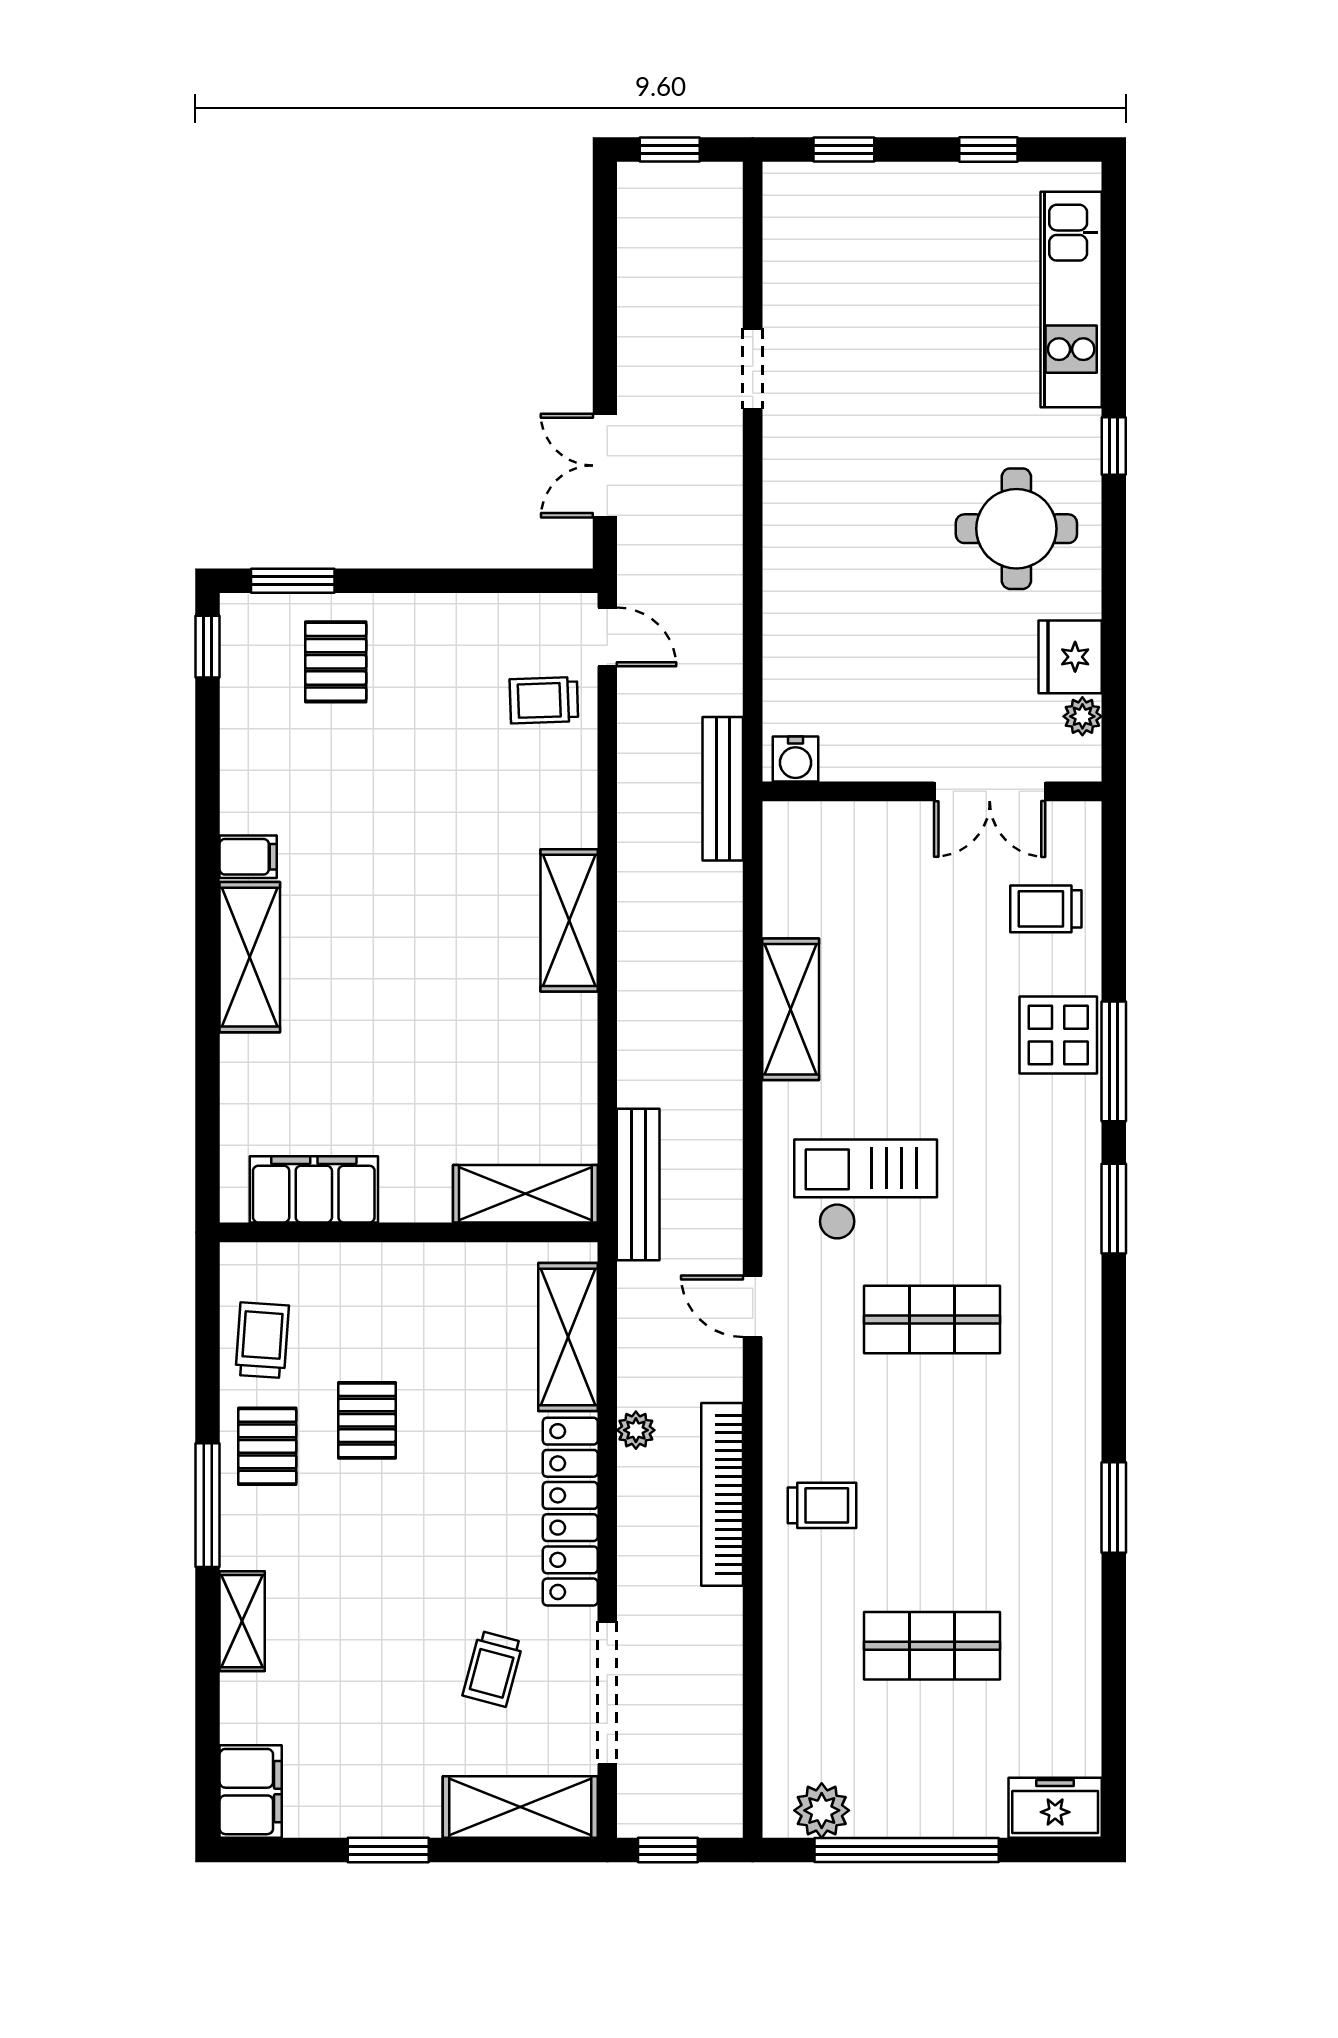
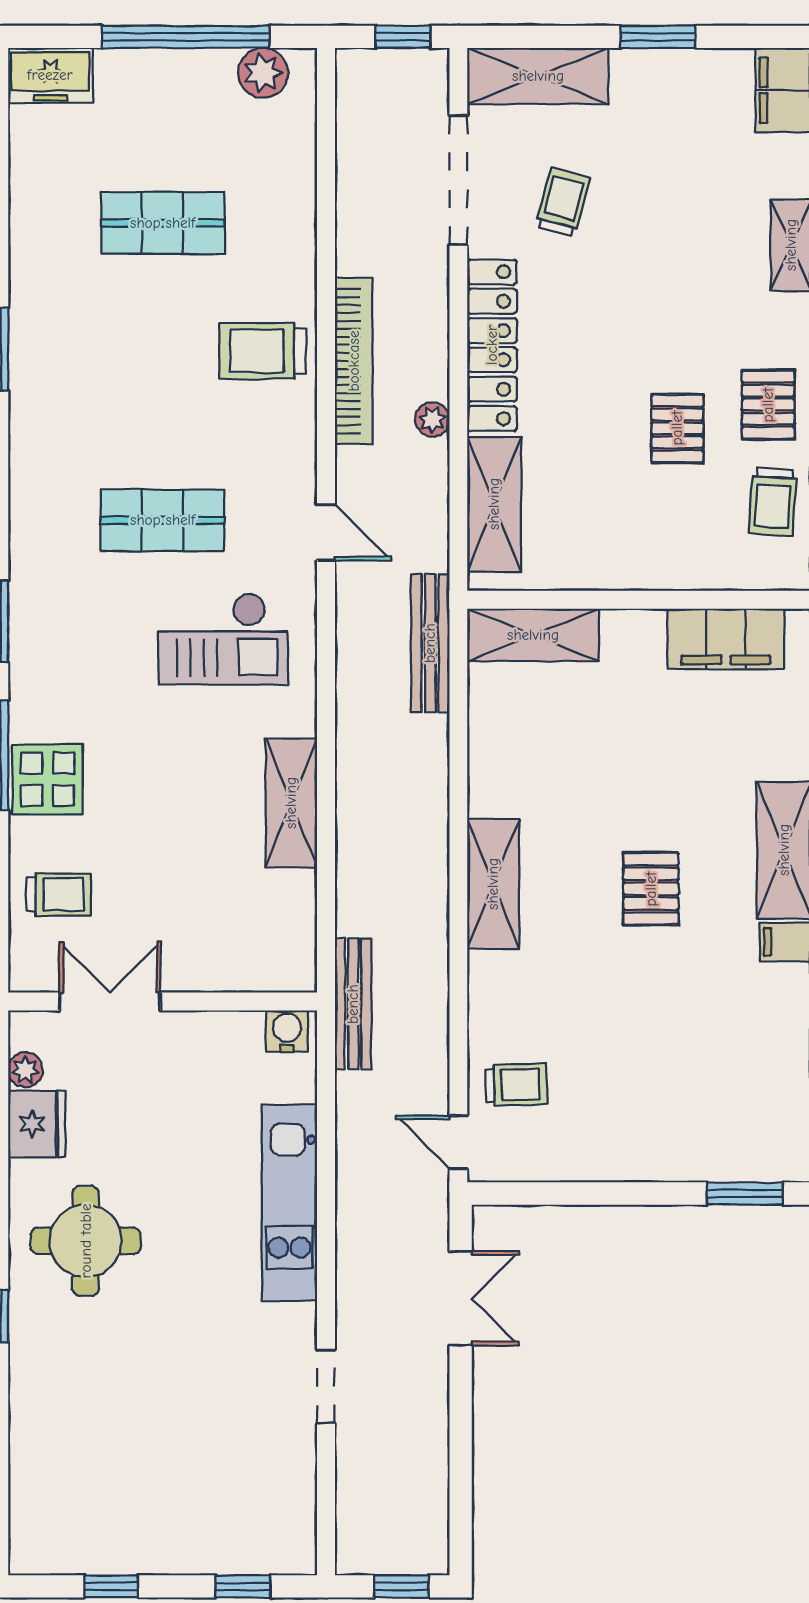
kitchen unit: (1071, 300) -> (289, 1202), moved, turned 180
pallet: (336, 662) -> (651, 889), moved
trolley: (822, 1505) -> (263, 351), width x1.36, depth x1.39

